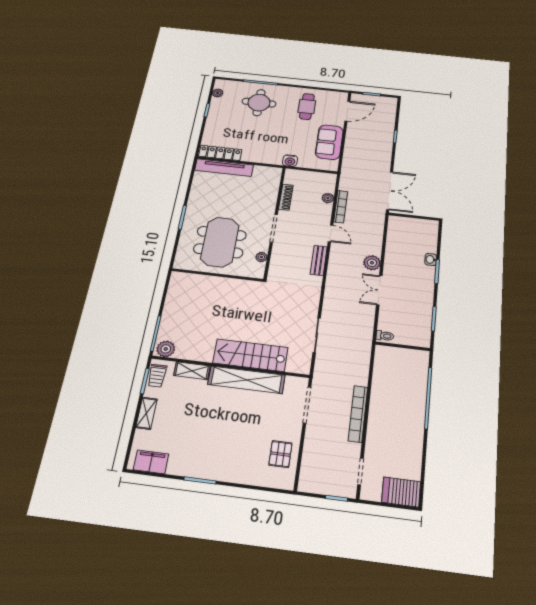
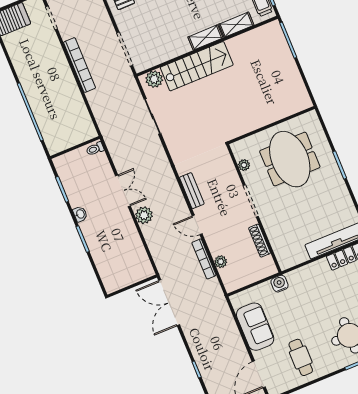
washbasin: (431, 260) -> (80, 214), moved
plant: (166, 349) -> (154, 79), moved
shelving: (246, 380) -> (205, 37), width x0.45, depth x0.75

